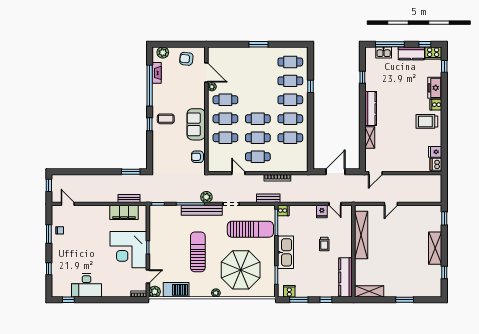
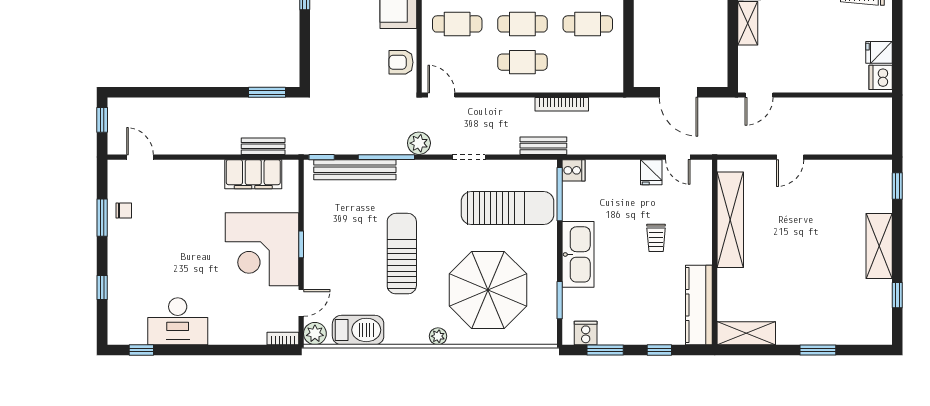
door: (335, 172) -> (678, 92), swing flipped
door: (238, 173) -> (441, 95), moved
bench: (202, 210) -> (355, 170), moved

